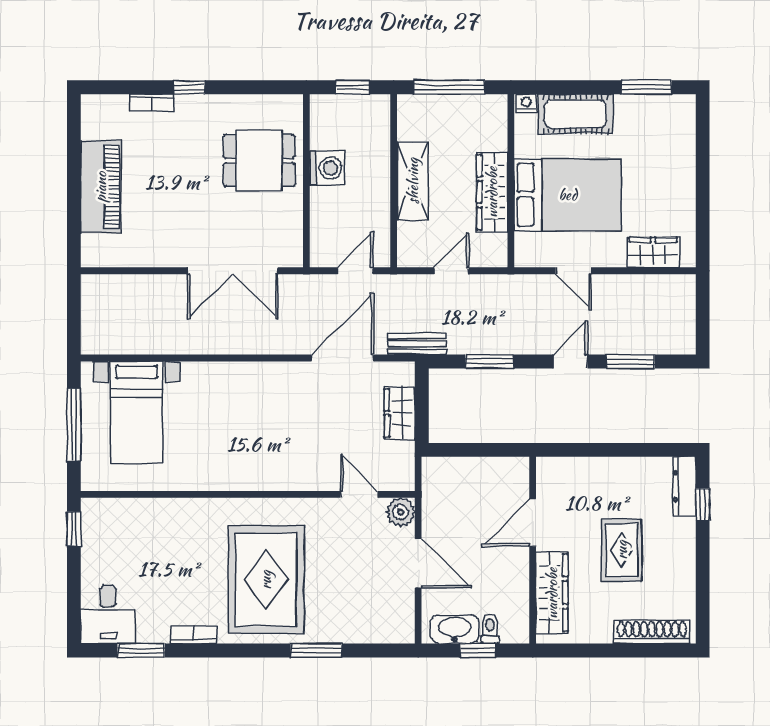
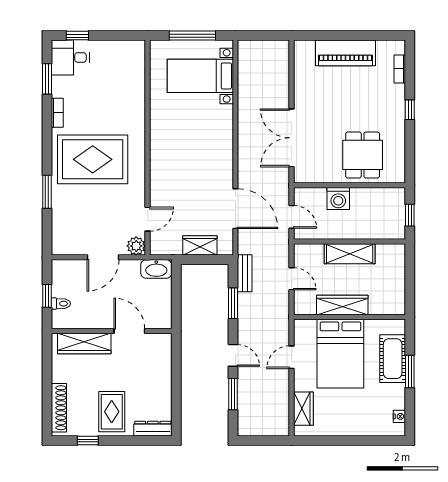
window: (449, 87) -> (410, 277), removed
window: (647, 87) -> (410, 371), moved
bookcase: (152, 103) -> (400, 69), moved
nightstand: (526, 103) -> (399, 416), moved
washing machine: (327, 168) -> (338, 199), moved
bench: (417, 344) -> (245, 273), moved
window: (703, 504) -> (88, 441), moved
window: (74, 529) -> (77, 36), moved
rug: (622, 550) -> (112, 412), moved, turned 90
washbasin: (455, 629) -> (156, 269), moved, turned 90

